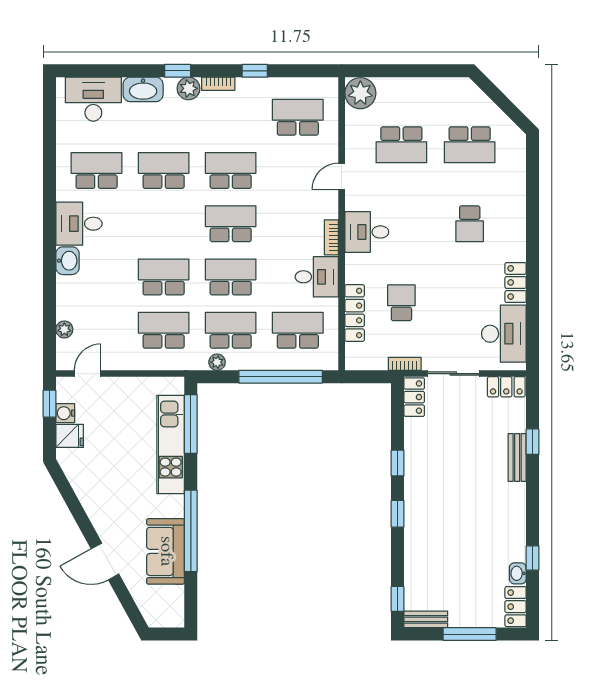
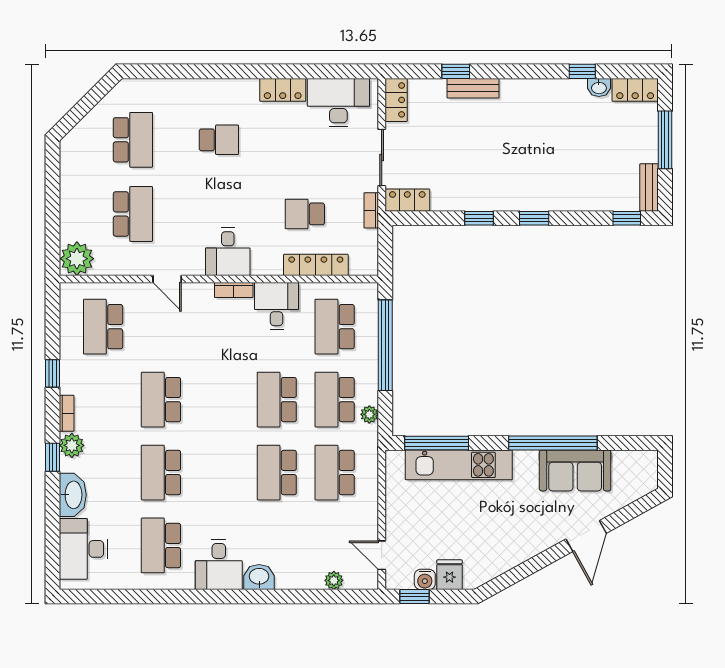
school desk: (231, 224) -> (219, 400), removed

